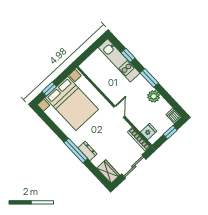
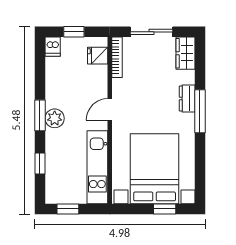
window: (95, 46) -> (68, 209), added
kitchen unit: (119, 60) -> (97, 167), moved, turned 180
plant: (154, 96) -> (55, 118), moved

